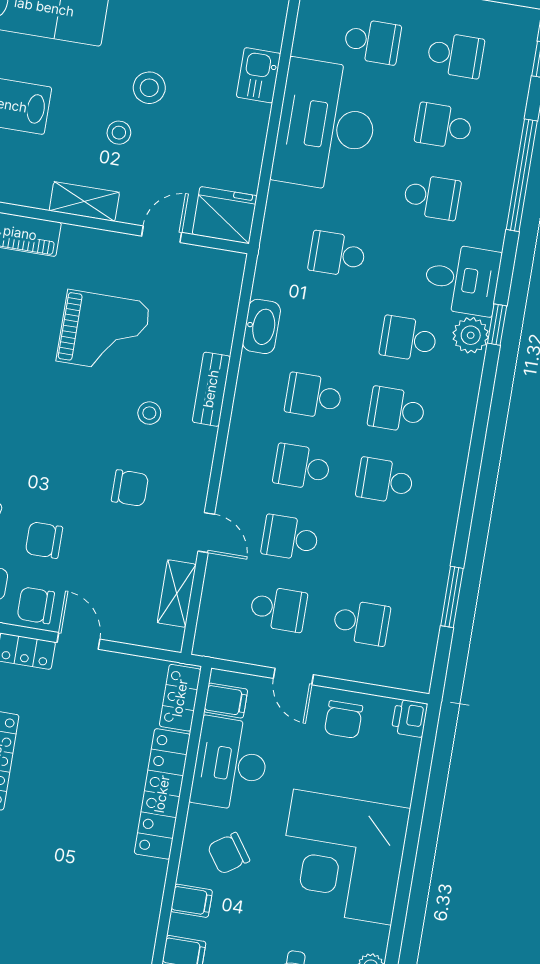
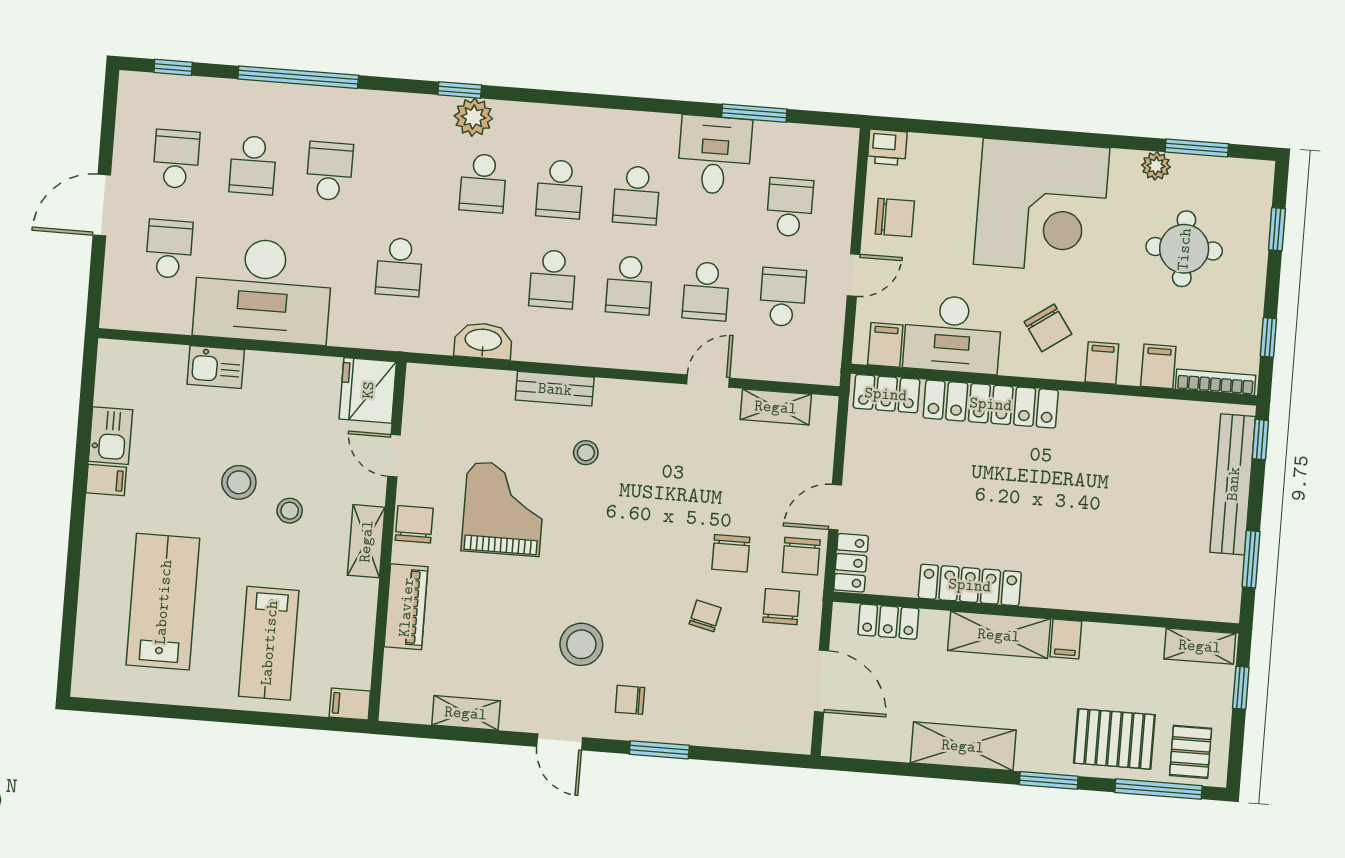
desk: (462, 279) -> (715, 155), moved
chair: (130, 488) -> (414, 524), moved

